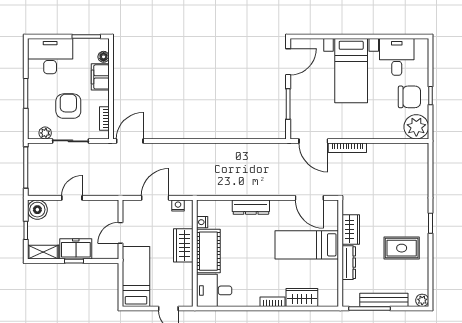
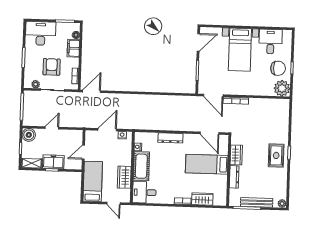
wardrobe: (183, 245) -> (124, 177), moved
rug: (402, 248) -> (276, 155), moved, turned 90

